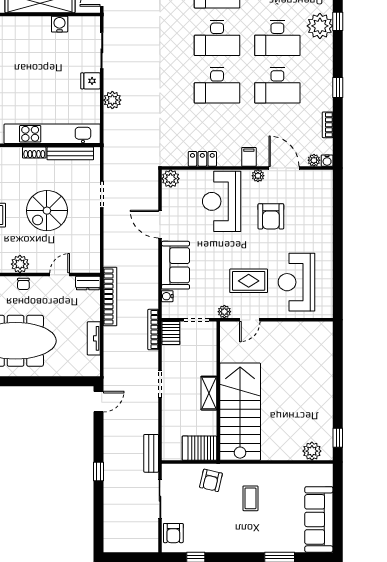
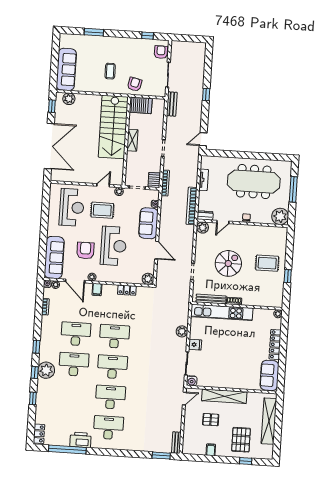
water cooler: (60, 24) -> (192, 381), moved
window: (338, 87) -> (36, 347), moved
reception desk: (222, 201) -> (114, 246), moved
sofa: (319, 202) -> (54, 257), added
plant: (20, 264) -> (203, 228), moved
double door: (338, 375) -> (49, 146), added
sofa: (319, 519) -> (66, 69), moved

